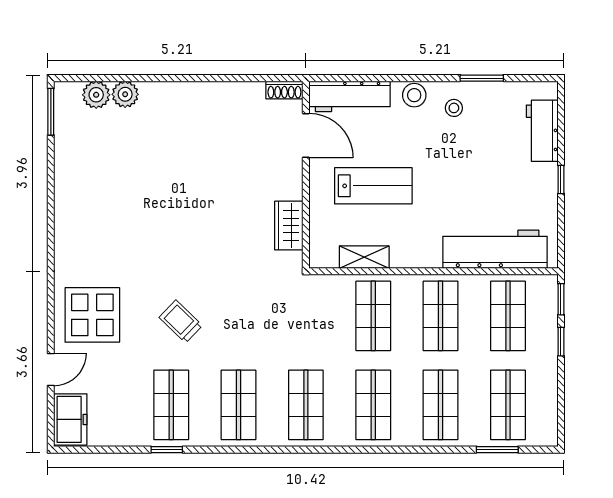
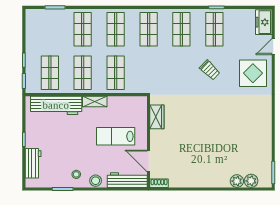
shelving: (364, 257) -> (95, 102), moved
shop shelf: (508, 405) -> (50, 29), removed

